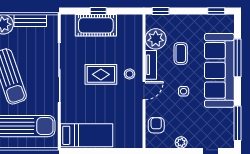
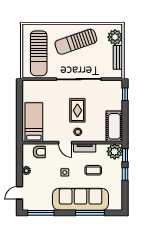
window: (98, 11) -> (125, 94), moved
window: (216, 11) -> (125, 174), moved
cot: (96, 25) -> (114, 126), moved
plant: (156, 39) -> (115, 152), moved
bed: (87, 135) -> (34, 122), moved, turned 180

